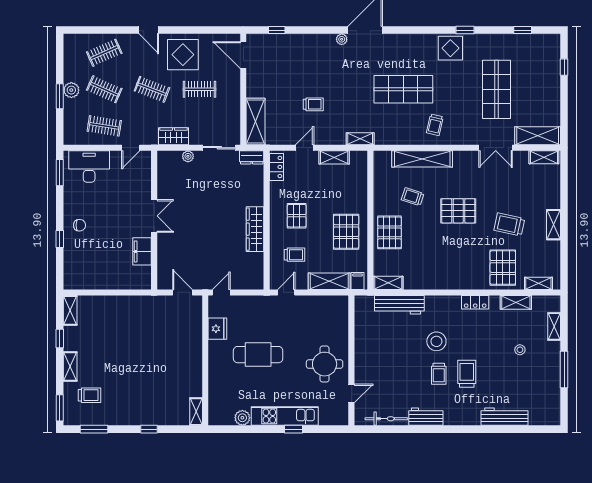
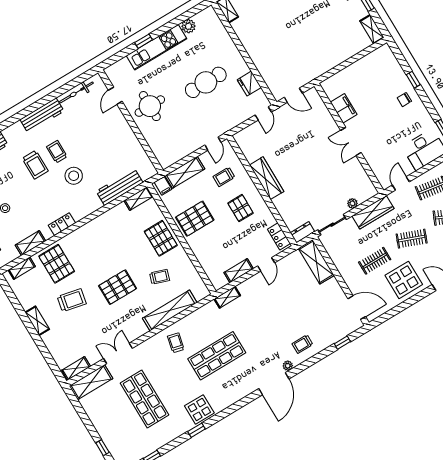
trolley: (313, 104) -> (302, 344), moved
wardrobe: (174, 136) -> (373, 212), width x1.50
pallet: (346, 232) -> (195, 219), turned 90
workbench: (426, 417) -> (42, 115), width x1.38

